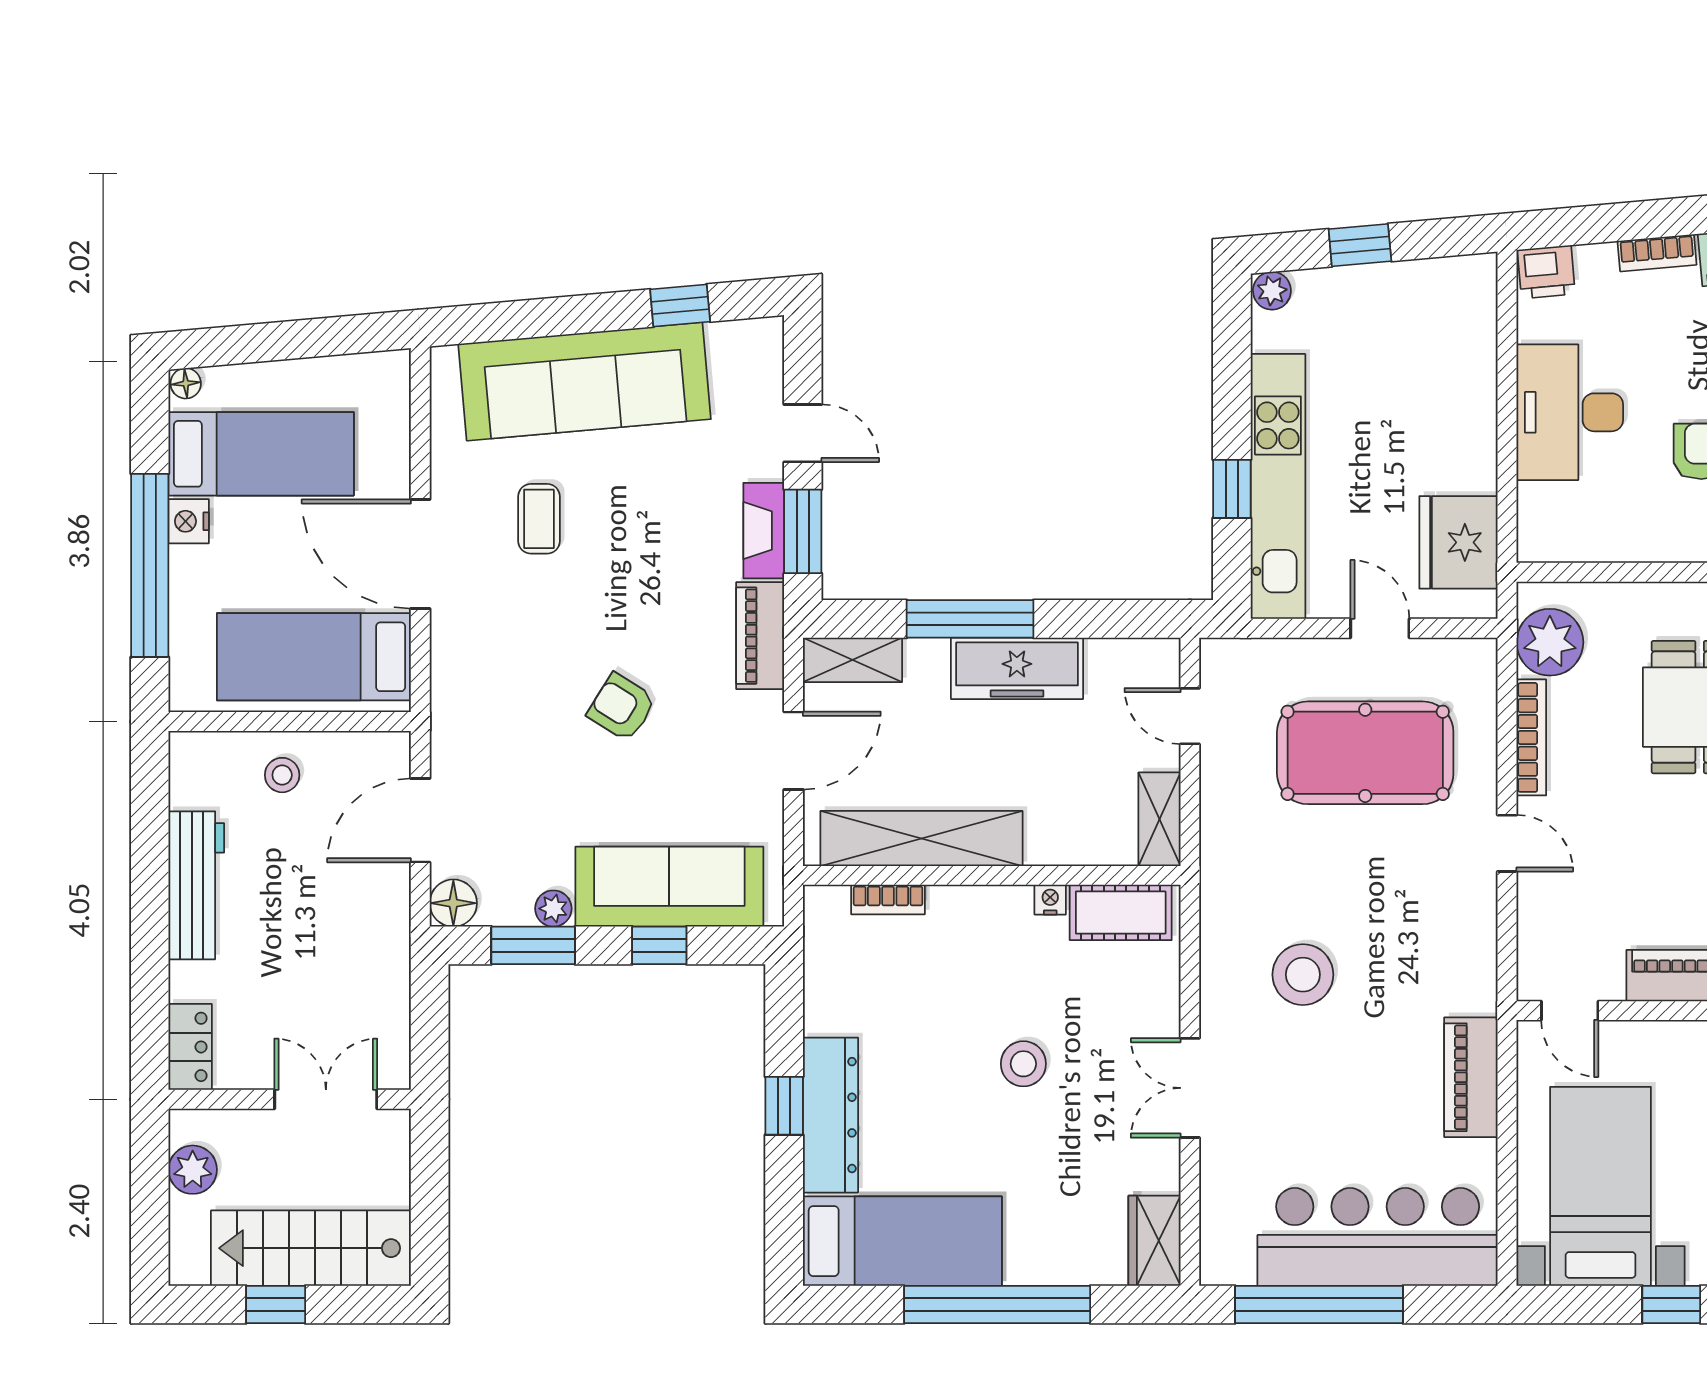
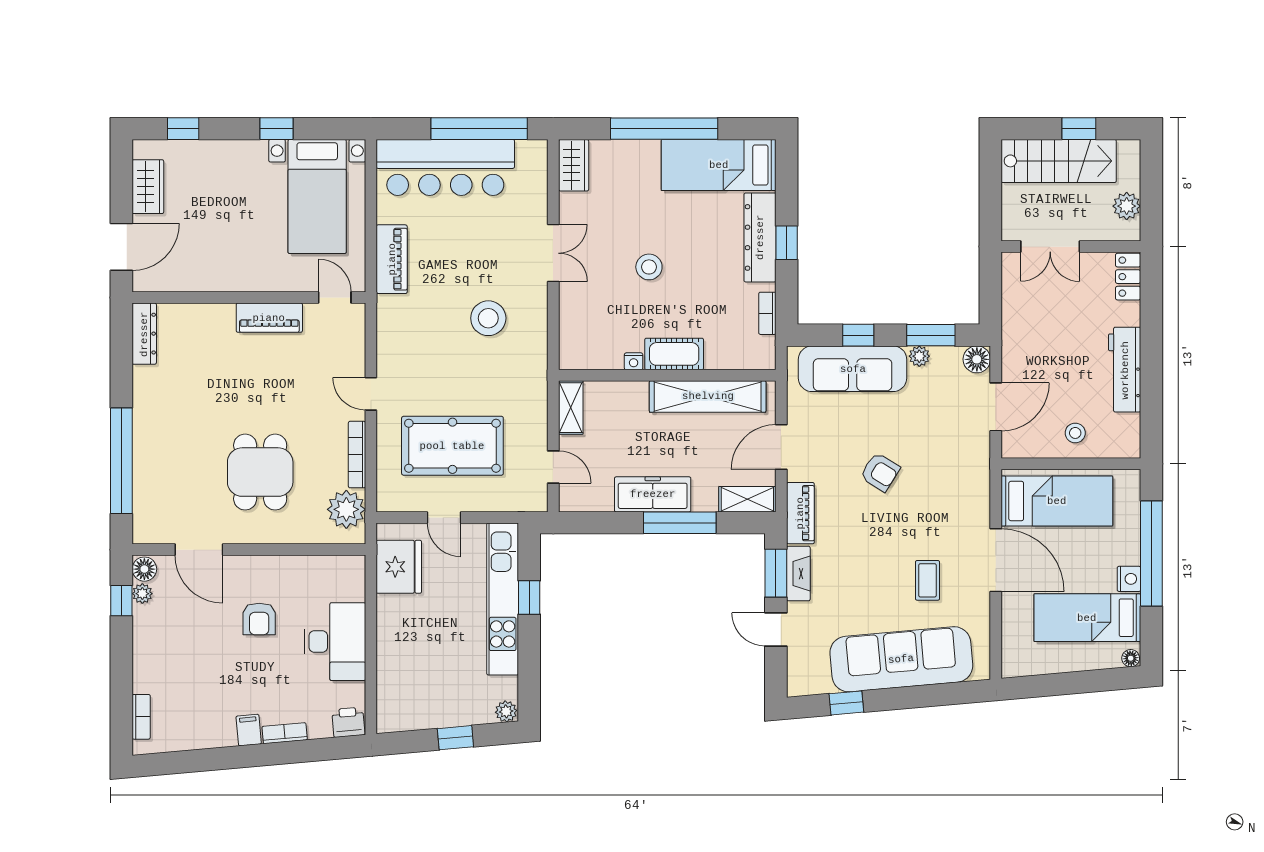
bookcase: (888, 900) -> (767, 313), moved, turned -90
cot: (1121, 912) -> (674, 354), moved

